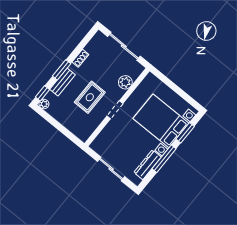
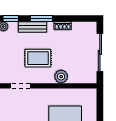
plant: (125, 82) -> (61, 77), moved
doorway: (115, 110) -> (20, 86), moved

